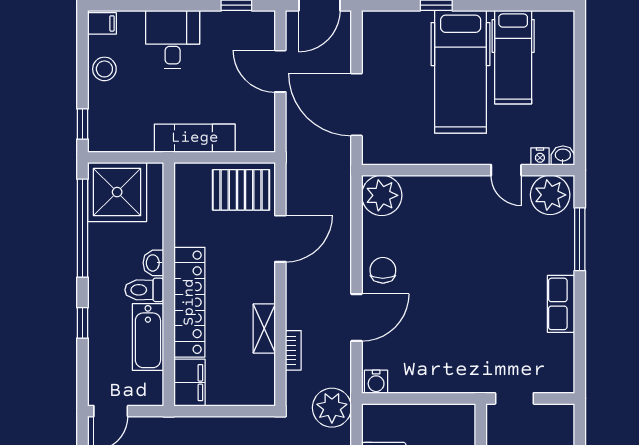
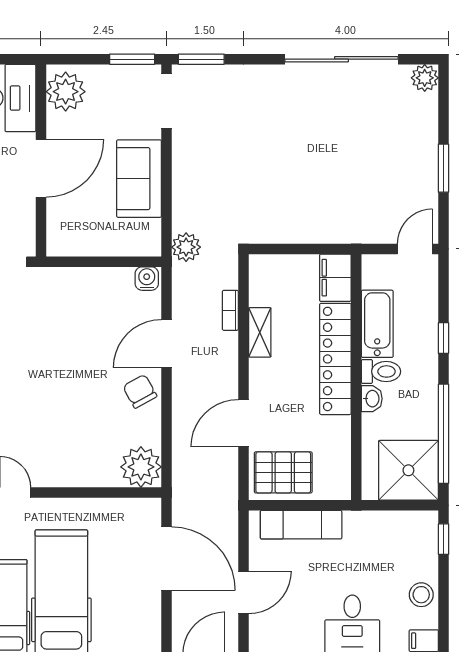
door: (280, 71) -> (243, 592), hinge flipped
exam couch: (195, 138) -> (301, 525), moved
chair: (383, 270) -> (140, 391), turned 151
plant: (332, 408) -> (186, 247), width x0.73, depth x0.73

